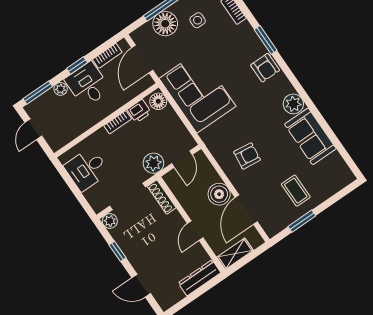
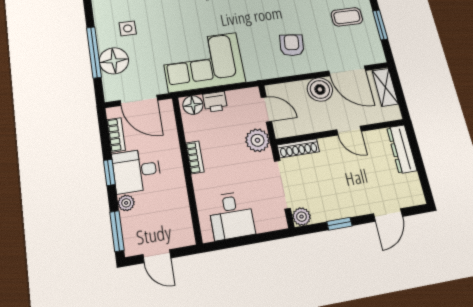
printer: (139, 111) -> (215, 102), moved, turned 90
shelving: (235, 254) -> (385, 87), moved

